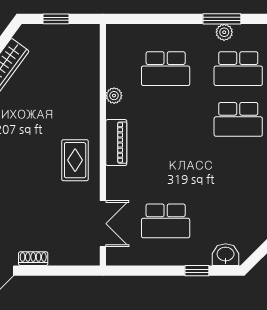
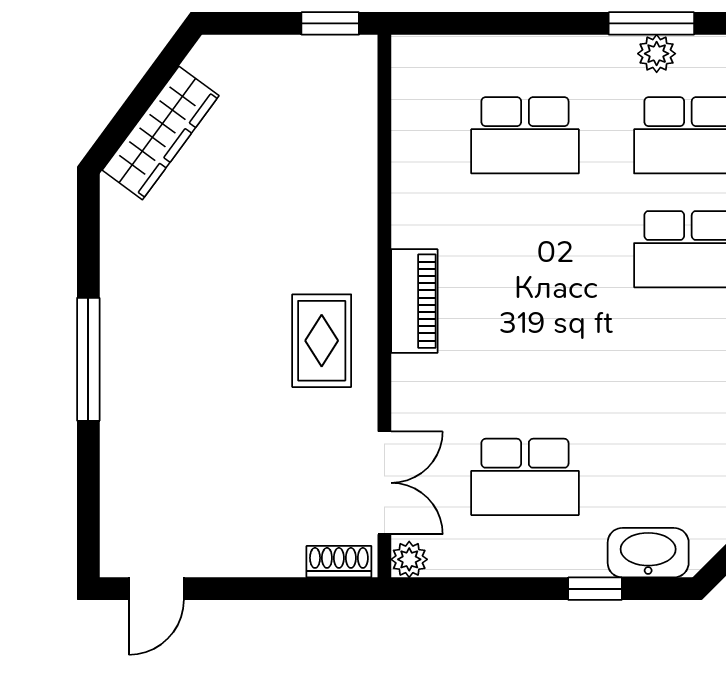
window: (56, 19) -> (330, 23), moved
plant: (114, 96) -> (409, 559), moved
washbasin: (226, 255) -> (648, 553), width x1.38
shoe rack: (33, 259) -> (339, 562), moved

